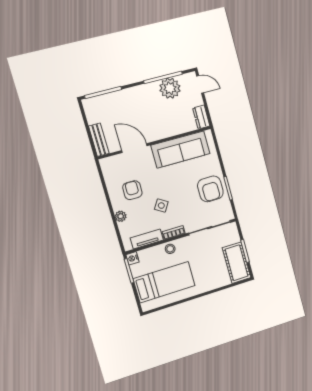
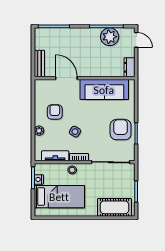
armchair: (210, 189) -> (121, 130), turned 180
nightstand: (132, 258) -> (39, 179), moved
cot: (237, 263) -> (114, 207), moved, turned 90

